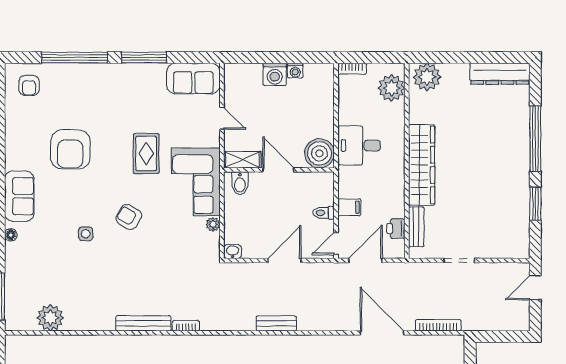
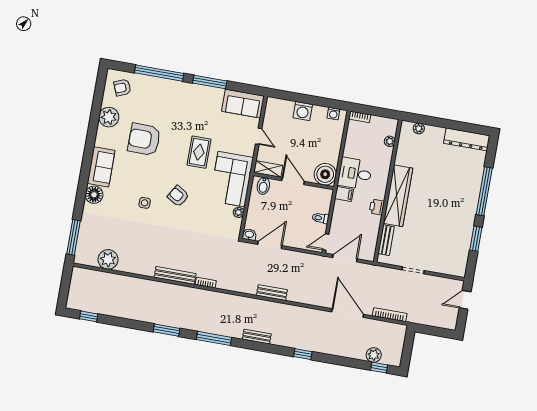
washing machine: (295, 71) -> (333, 114), moved
plant: (427, 77) -> (419, 129), width x0.53, depth x0.53
armchair: (29, 85) -> (122, 88), turned 68
plant: (391, 88) -> (390, 141), width x0.53, depth x0.53
plant: (18, 128) -> (109, 117), added
armchair: (70, 149) -> (144, 139), turned 90
filing cabinet: (349, 207) -> (344, 194), moved
printer: (396, 229) -> (377, 207), moved
floor lamp: (11, 235) -> (94, 195), width x1.89, depth x1.89
door: (284, 260) -> (270, 245), moved

